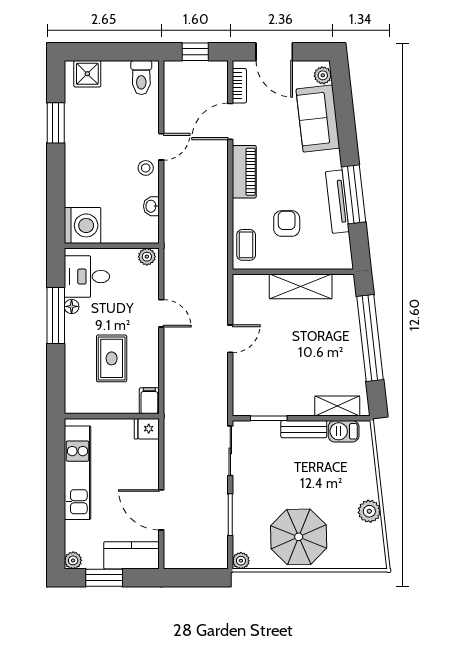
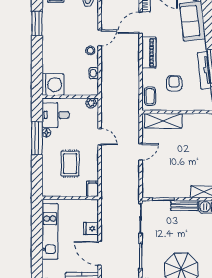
shelving: (301, 286) -> (163, 121), moved
fridge: (147, 429) -> (91, 229), moved

